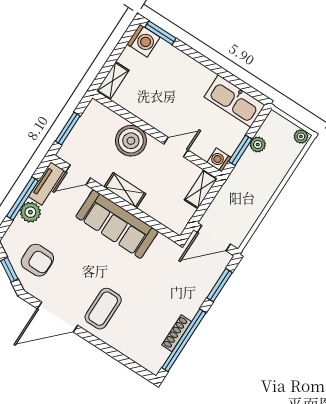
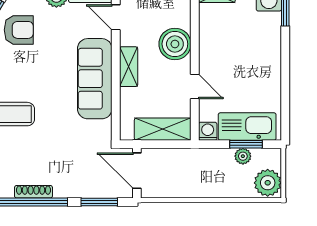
kitchen sink: (234, 101) -> (247, 127), moved, turned 90
plant: (301, 136) -> (268, 183), width x1.88, depth x1.88
window: (240, 150) -> (246, 144), moved
shelving: (201, 189) -> (163, 129), width x1.50, depth x1.33
armchair: (37, 260) -> (19, 30), turned -90

